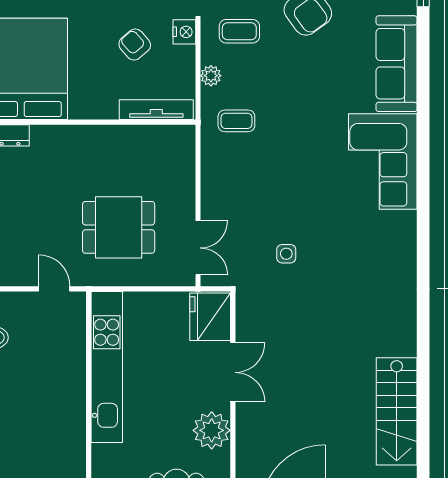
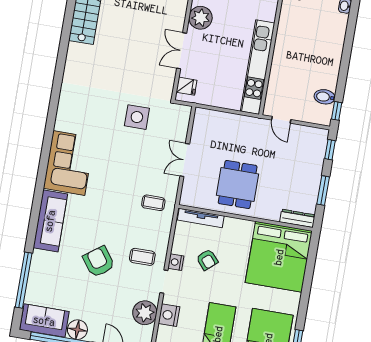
plant: (211, 76) -> (164, 233), removed
dining table: (119, 227) -> (238, 185), moved, turned 90
double door: (198, 248) -> (185, 160), moved
side table: (286, 254) -> (137, 117), width x1.87, depth x1.87
fridge: (210, 317) -> (187, 86), width x0.53, depth x0.75

